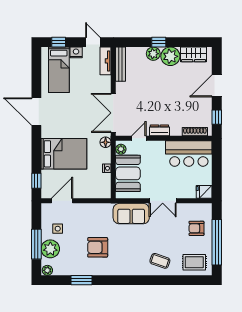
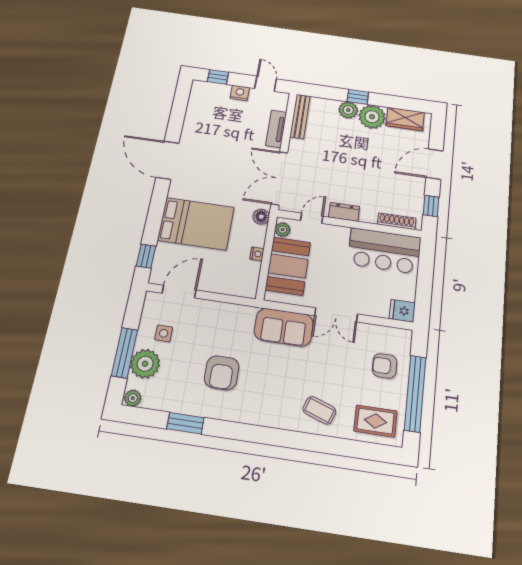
tv unit: (106, 61) -> (276, 129), moved
bed: (59, 70) -> (211, 111), removed
armchair: (98, 247) -> (222, 373), turned -90

